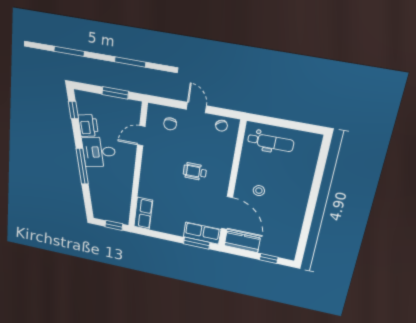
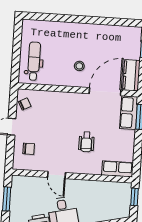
door: (141, 136) -> (57, 175), moved
wheelchair: (195, 172) -> (86, 142), moved

